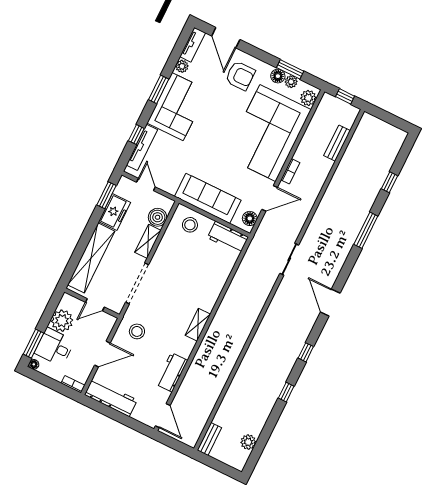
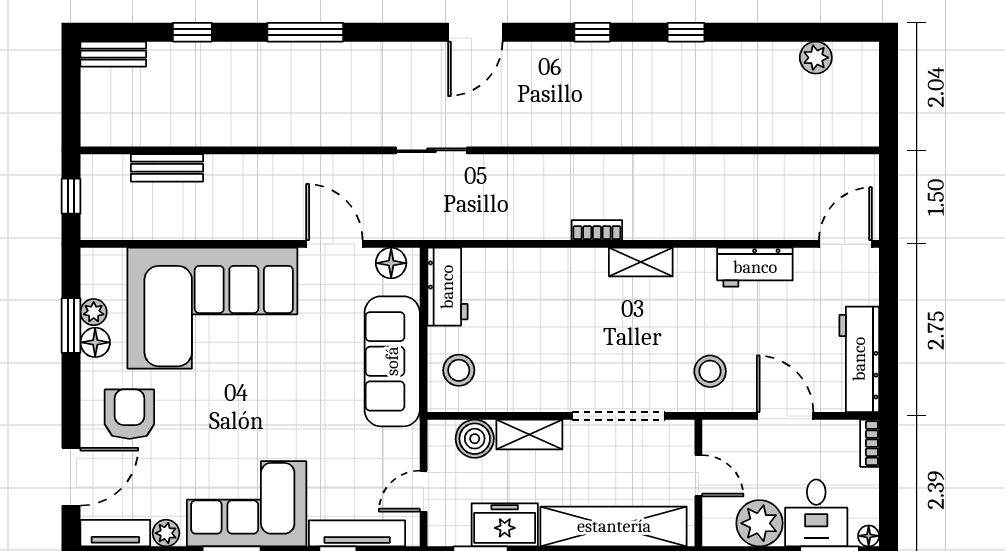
plant: (308, 98) -> (108, 264), removed
bookcase: (290, 171) -> (597, 230), moved
bench: (209, 439) -> (113, 54), moved

